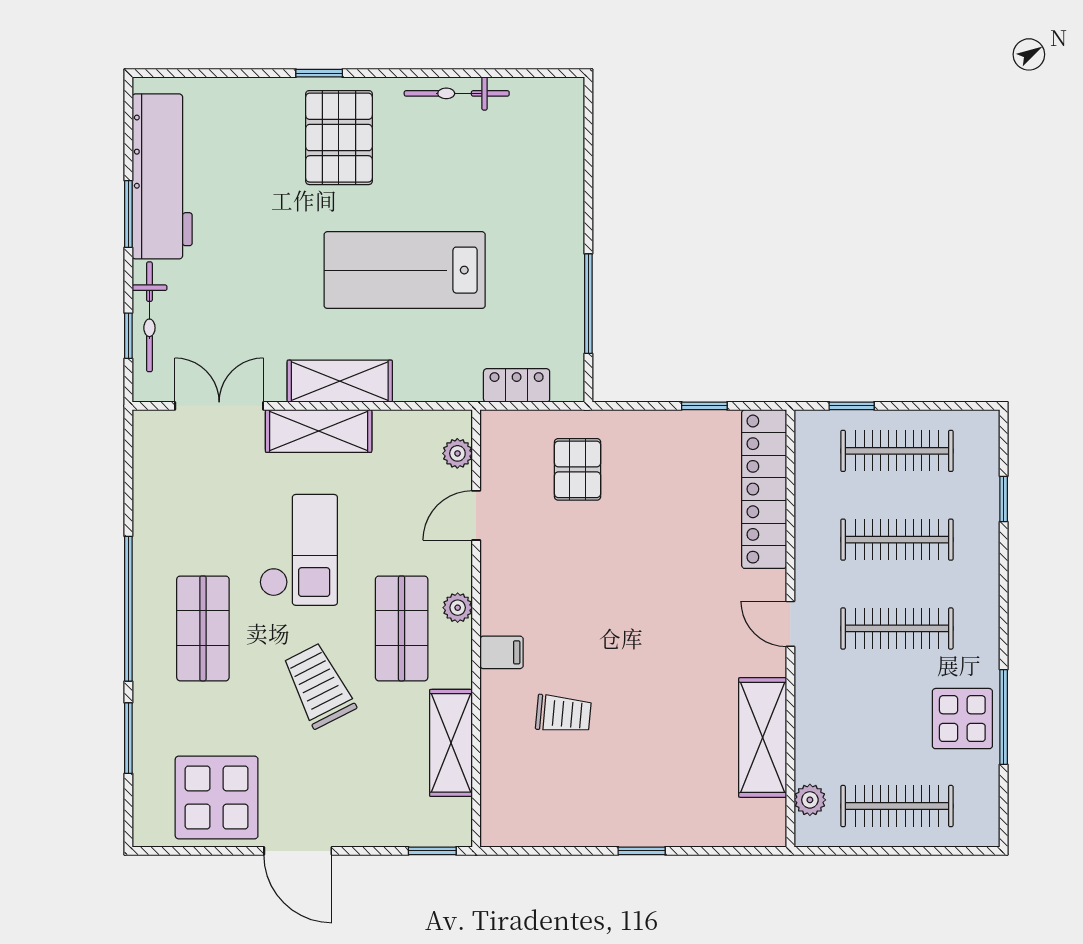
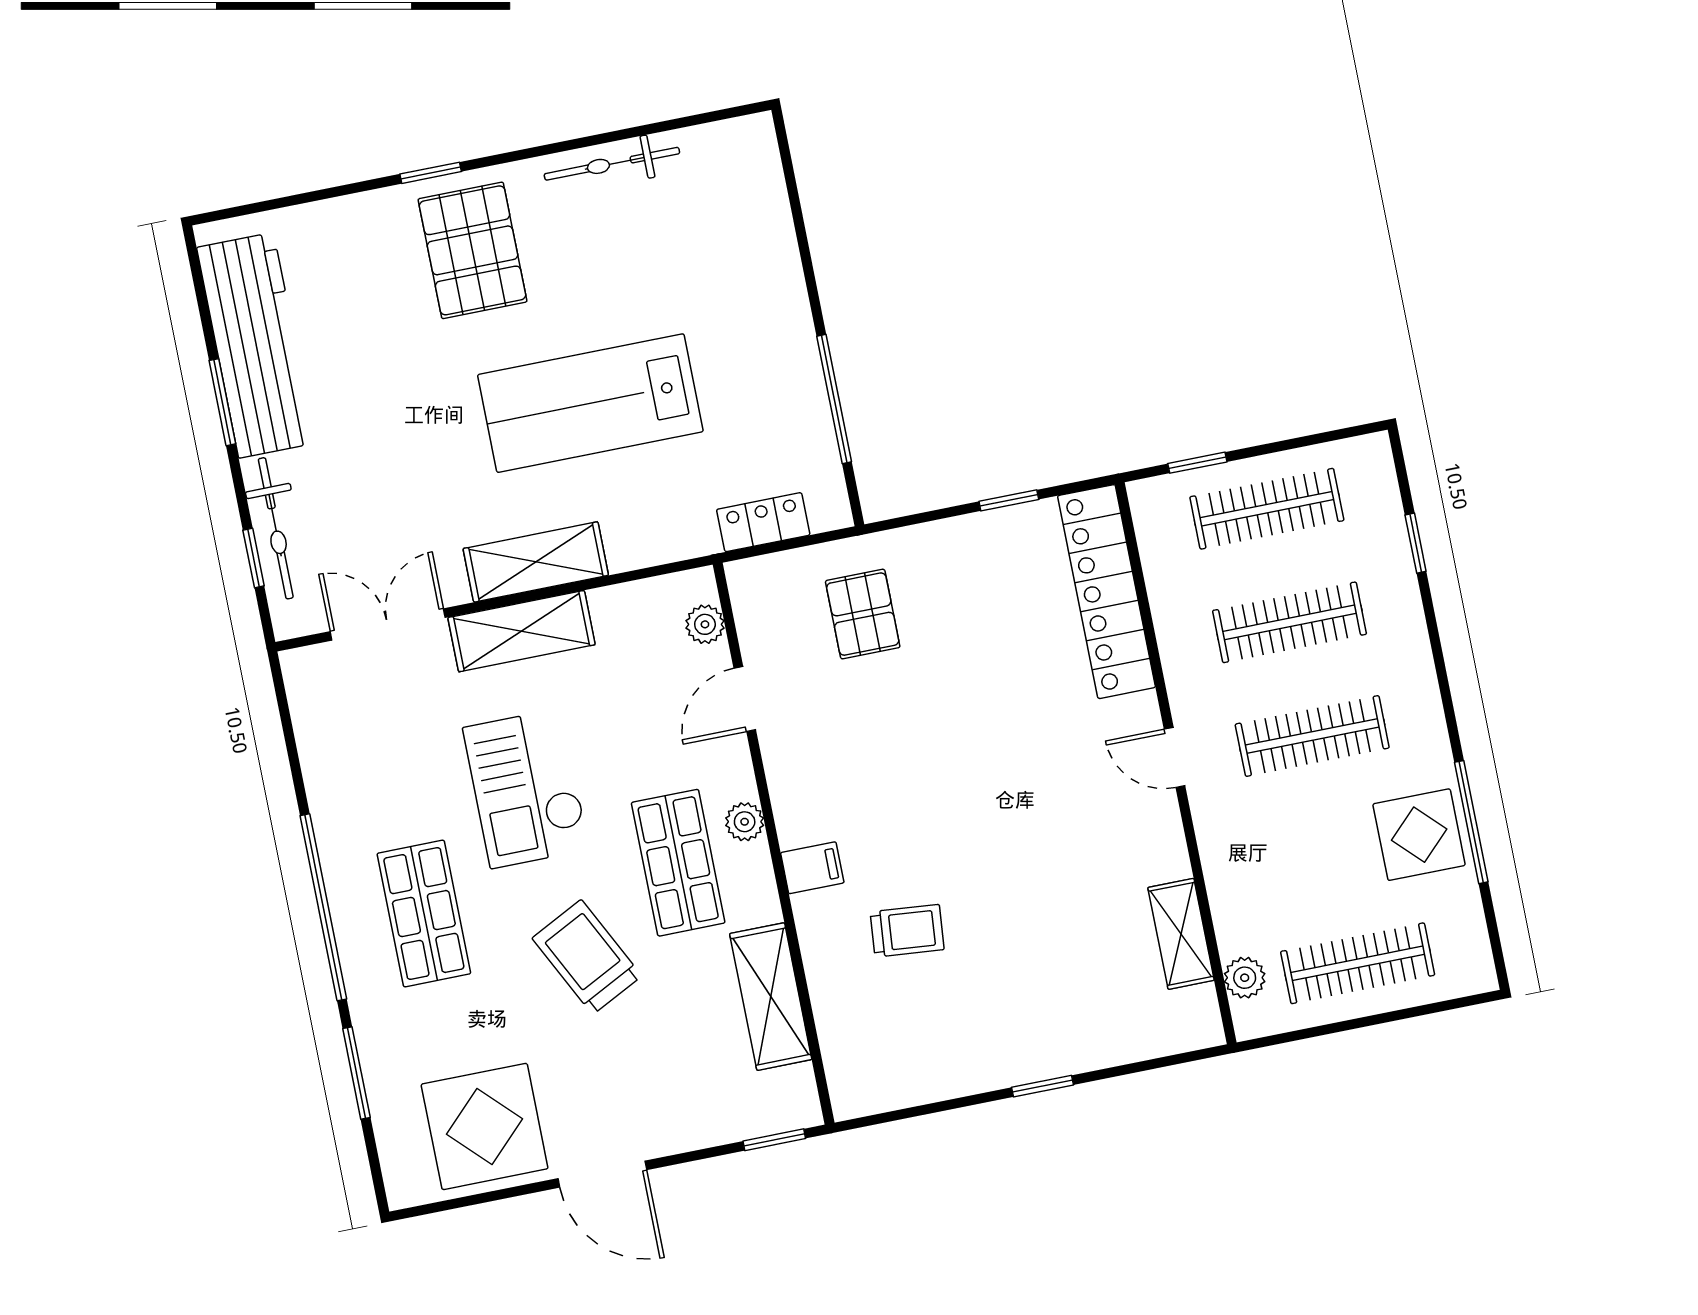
checkout: (299, 550) -> (526, 788), turned 180
shelving: (763, 737) -> (1181, 934), width x0.67, depth x0.75

